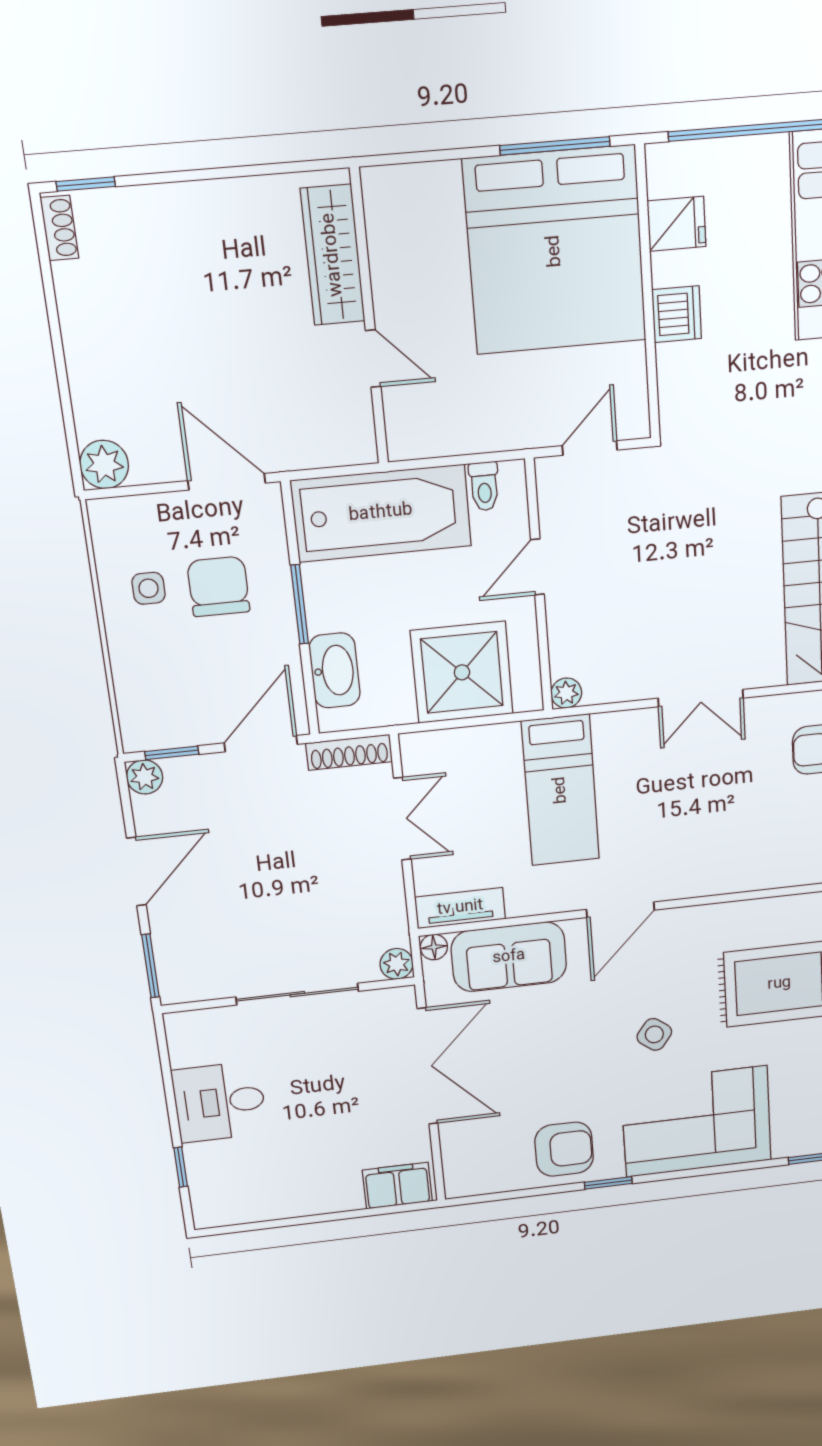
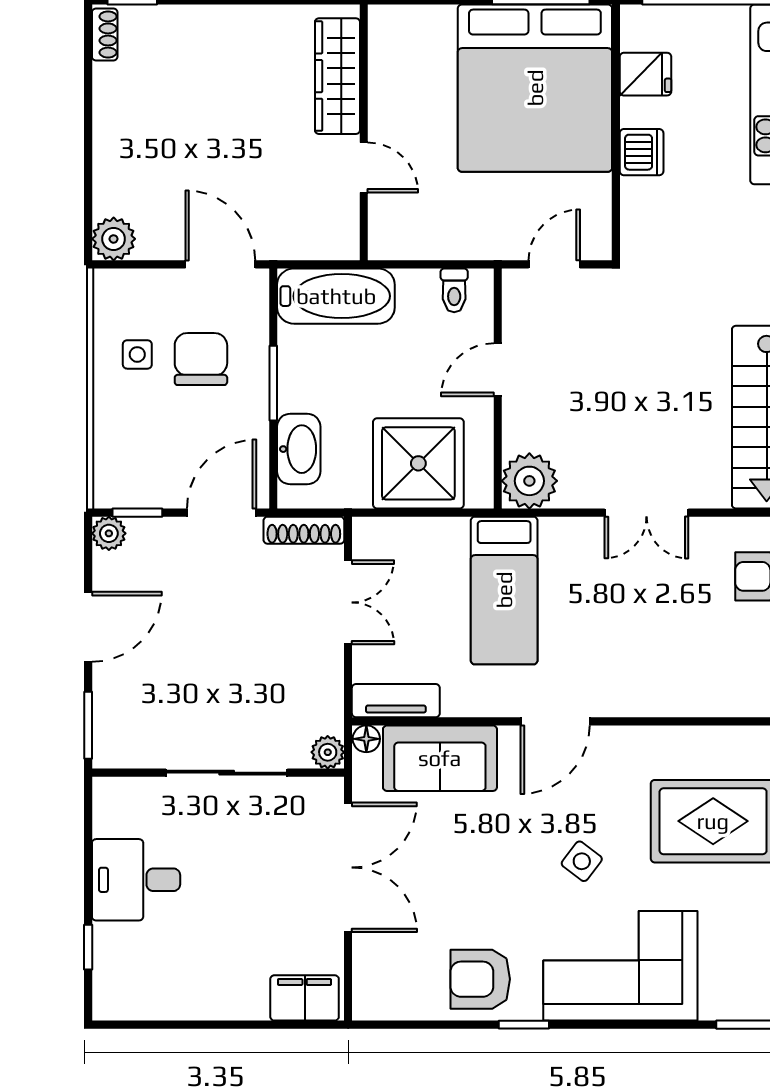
bathtub: (381, 513) -> (336, 296), width x0.73, depth x0.73
plant: (566, 693) -> (529, 481), width x1.87, depth x1.87
armchair: (564, 1149) -> (480, 979), turned 180

